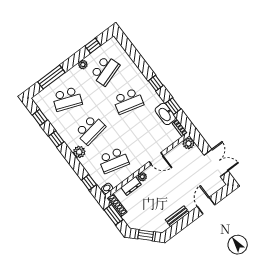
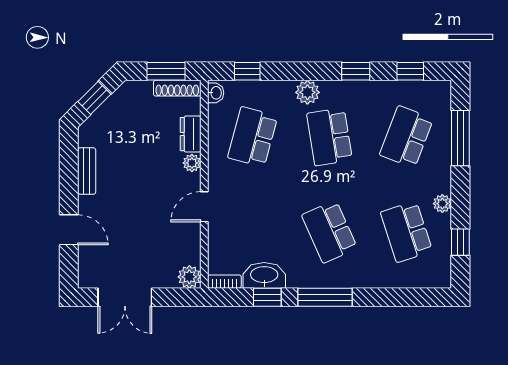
window: (156, 83) -> (325, 297), width x2.17
school desk: (128, 101) -> (330, 232), turned -39

